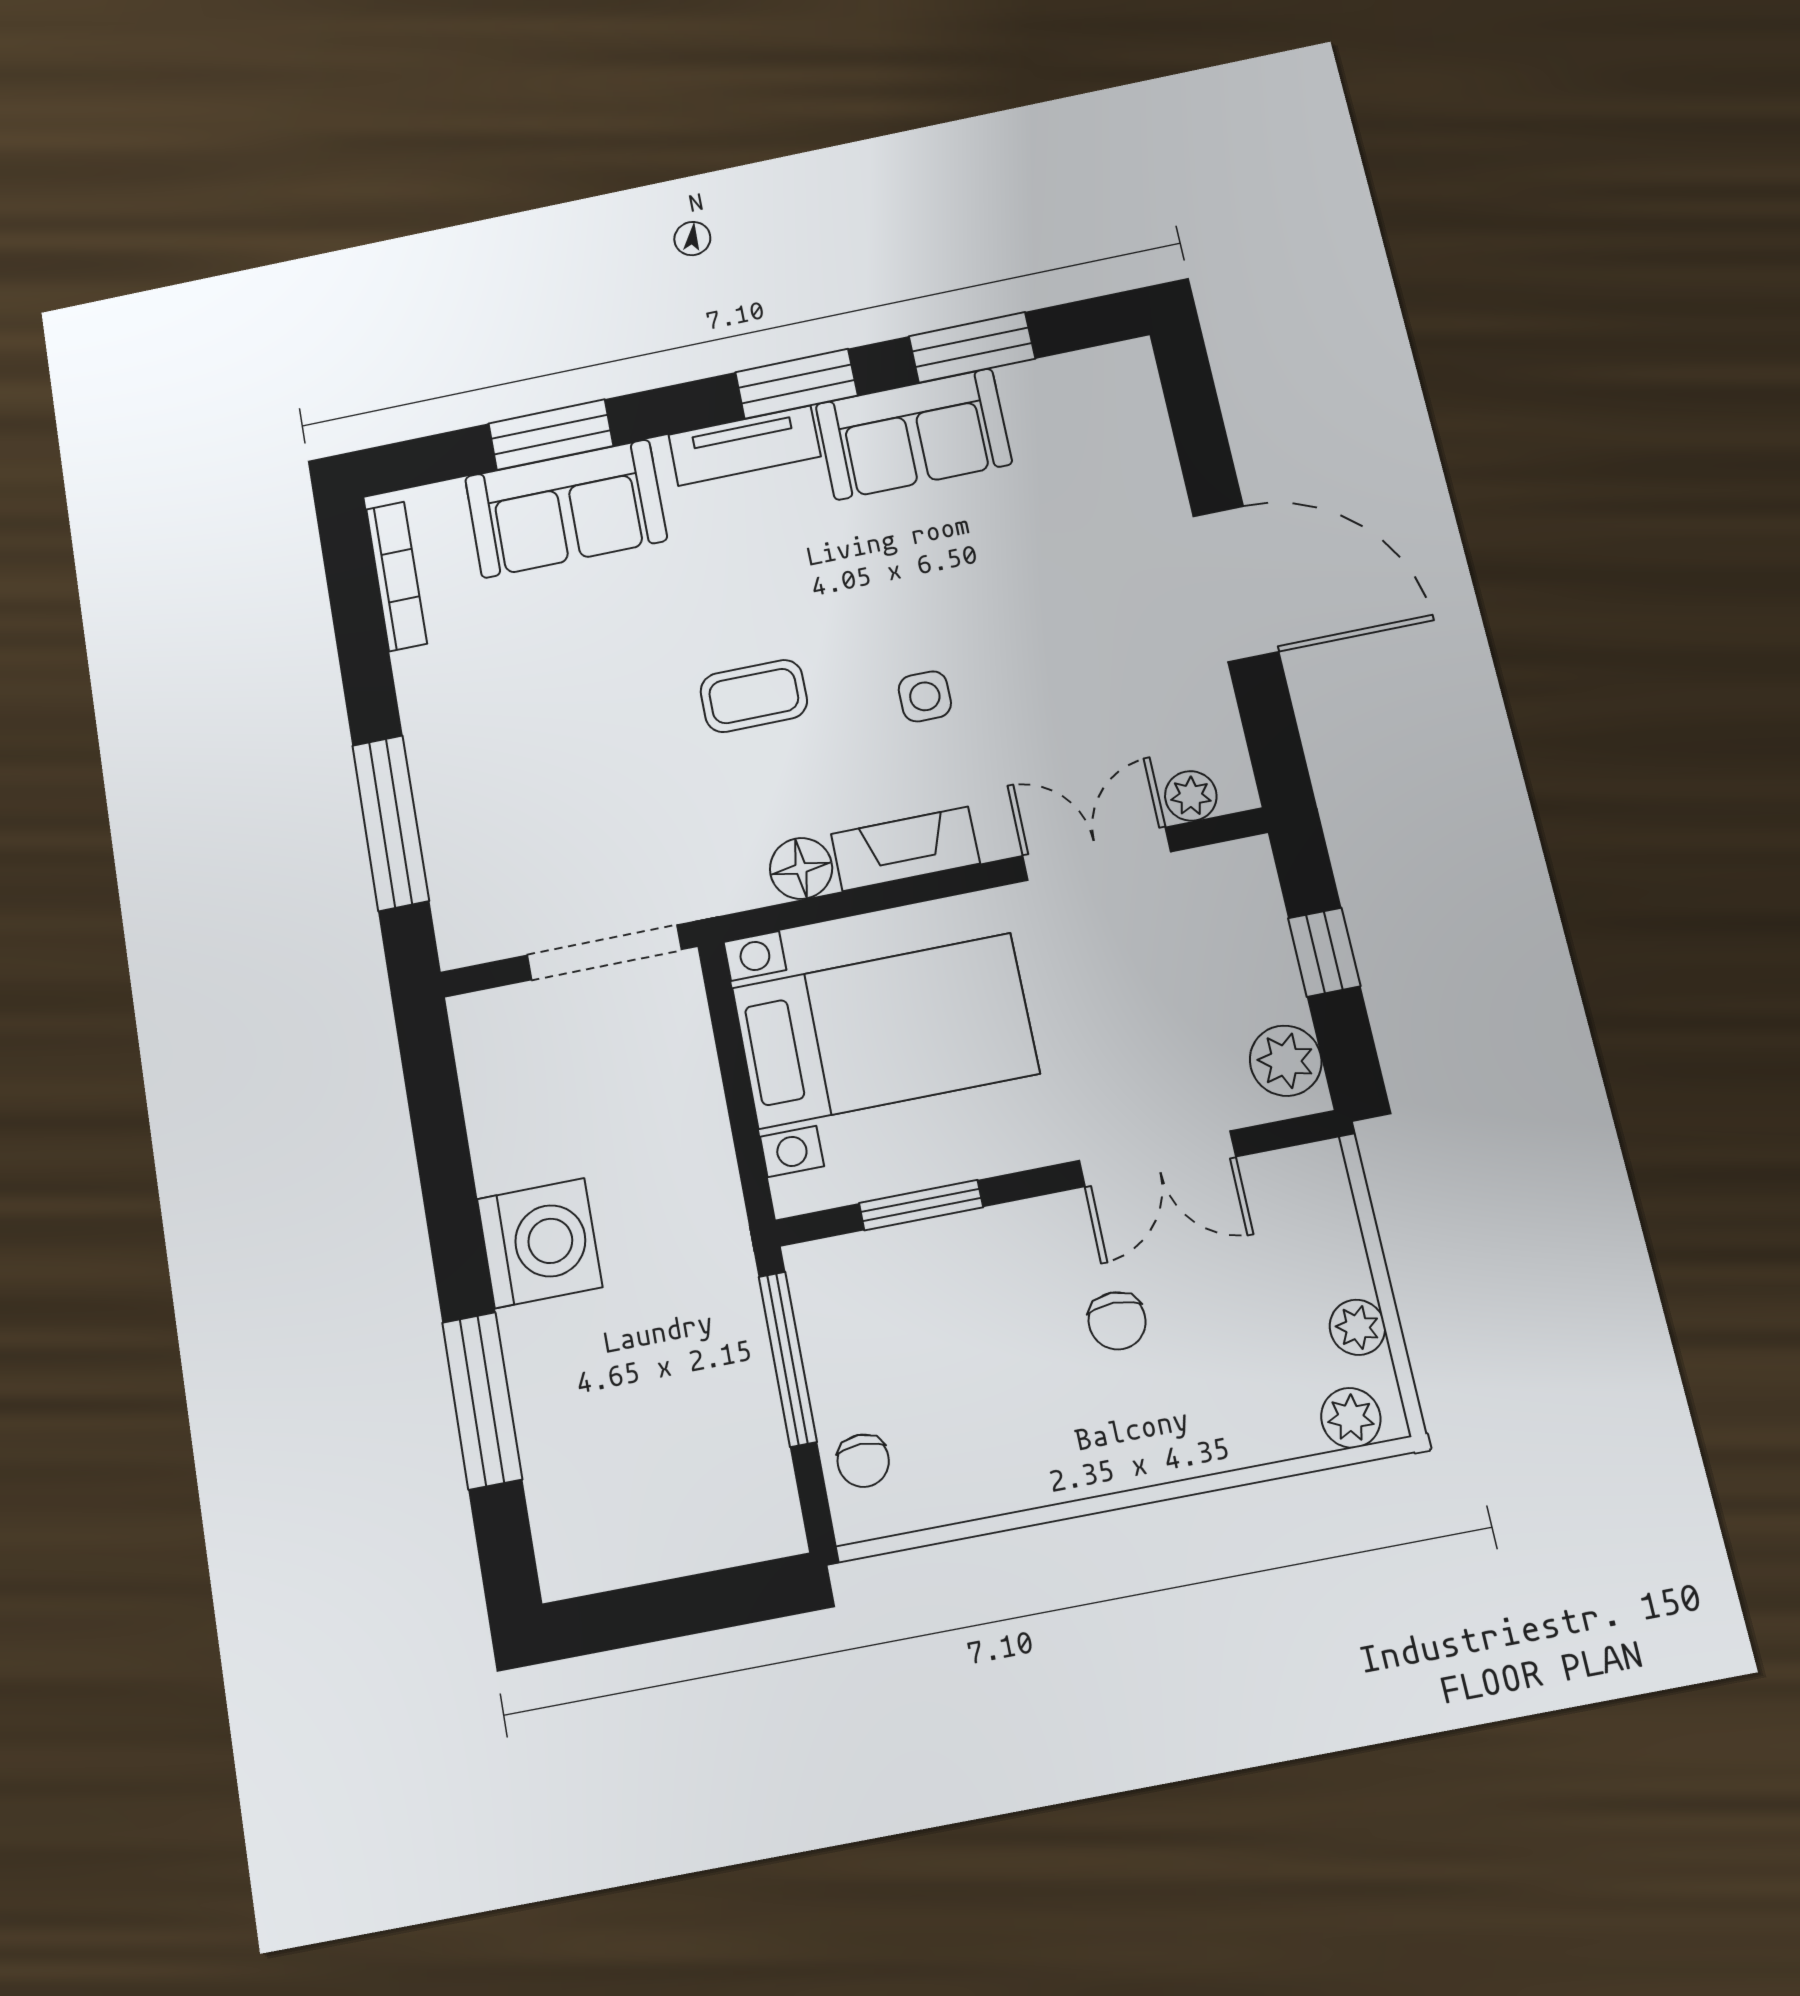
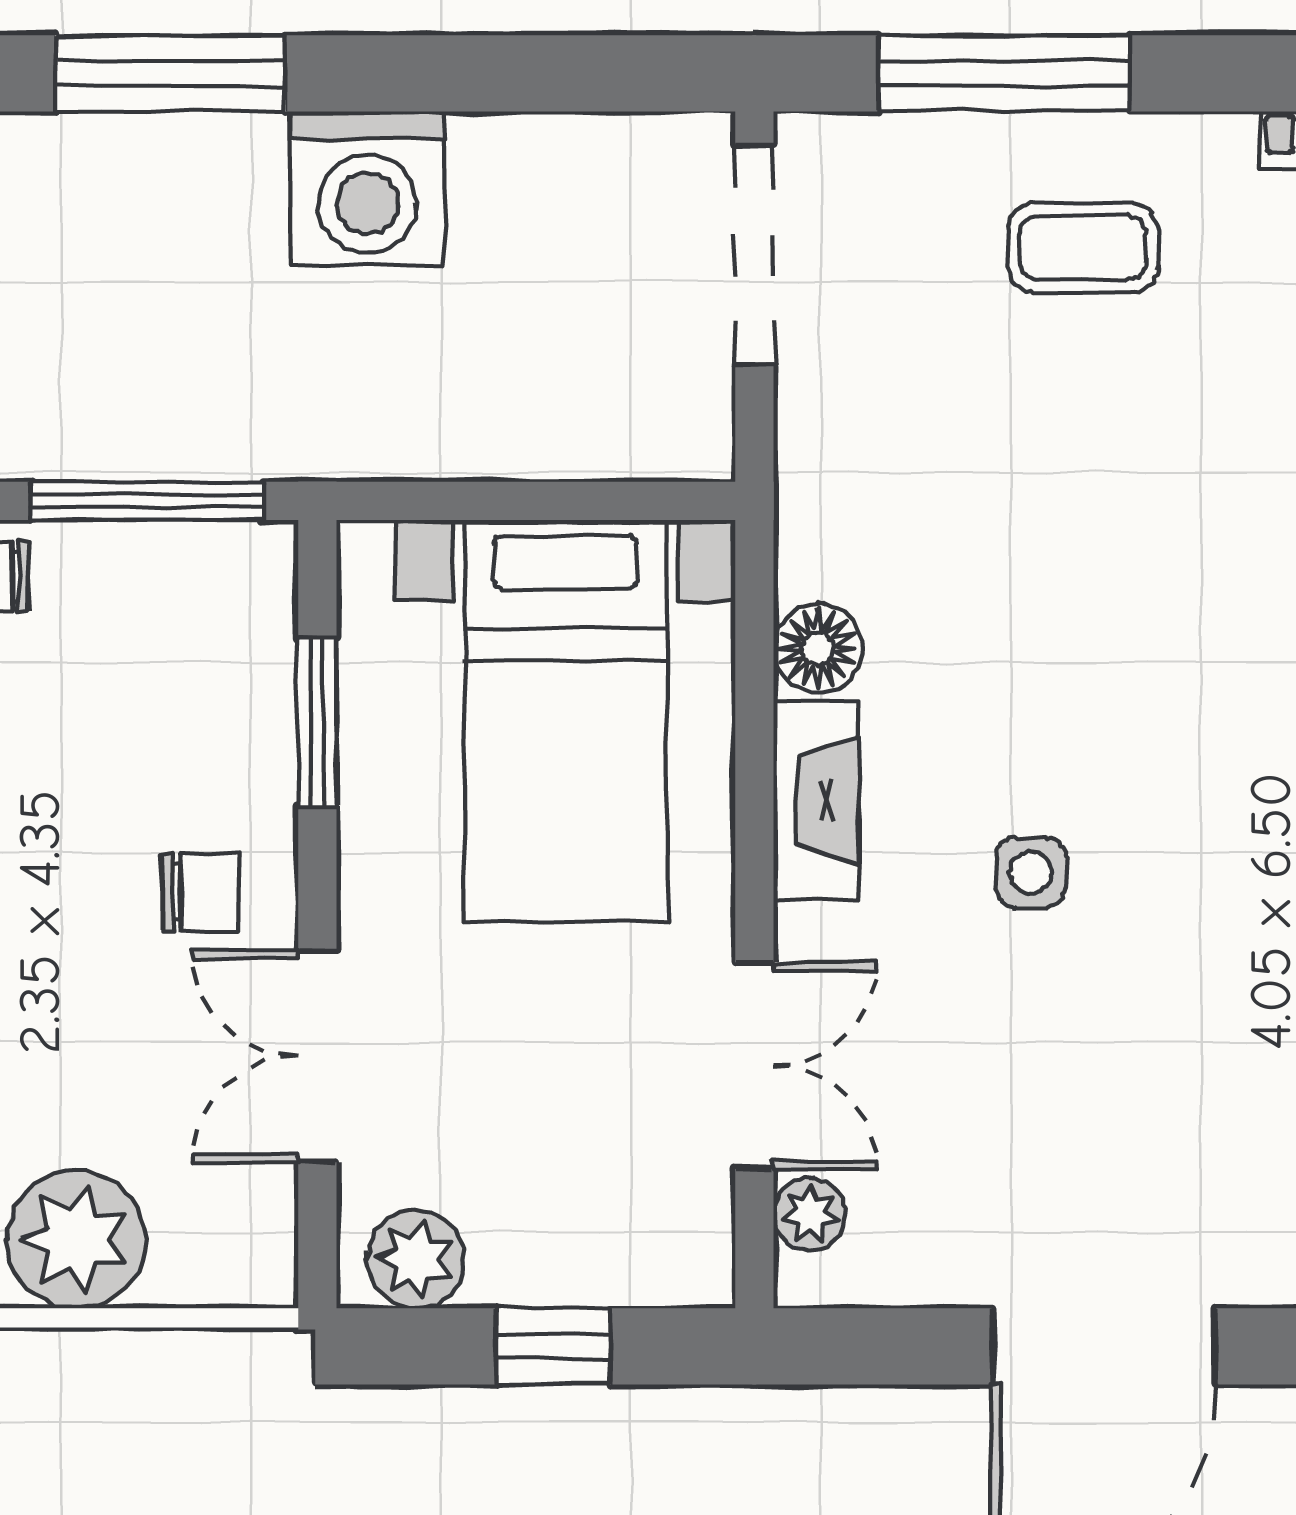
coffee table: (754, 696) -> (1083, 248), moved, turned 90
doorway: (604, 952) -> (754, 255), moved
chair: (1117, 1321) -> (200, 892), moved, turned 180
plant: (1357, 1327) -> (76, 1239), width x1.87, depth x1.87

